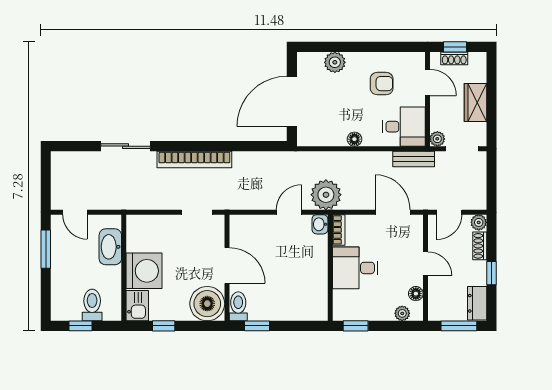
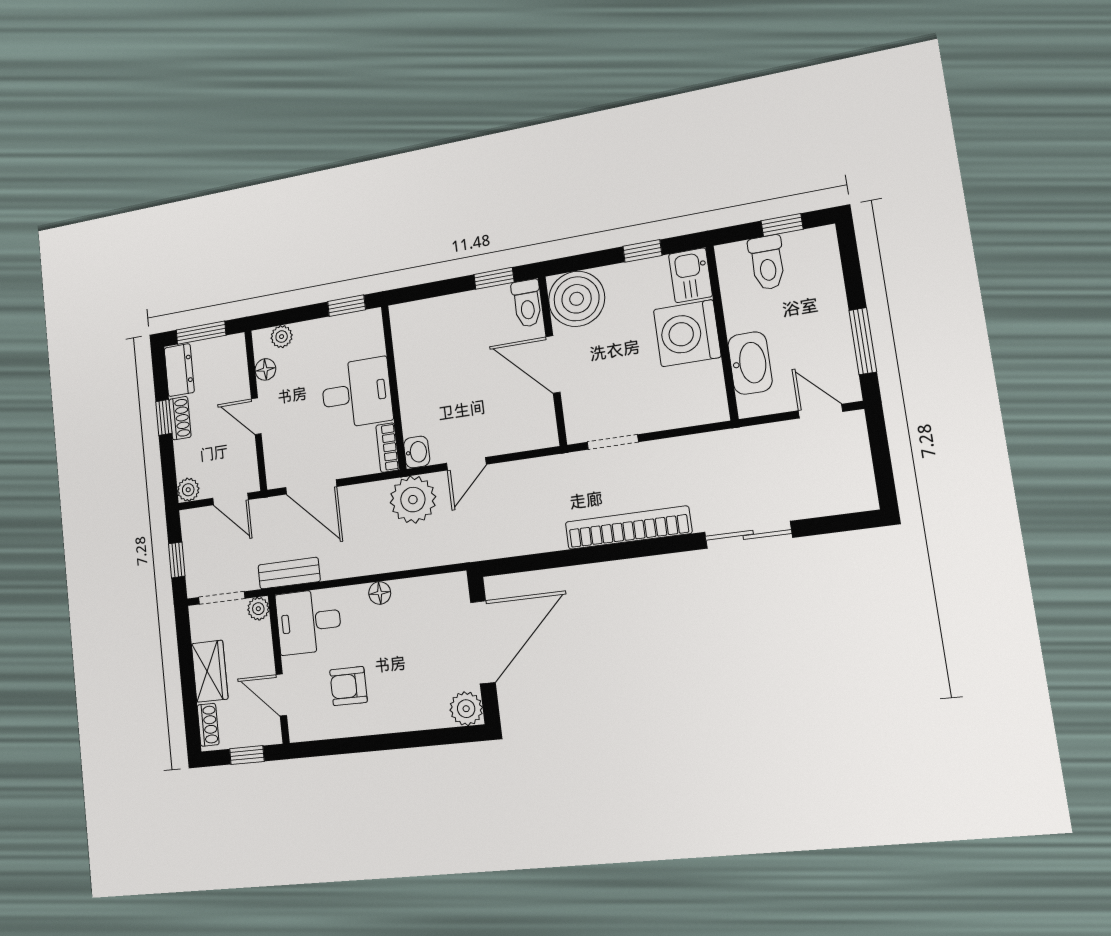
shoe rack: (454, 58) -> (208, 725), moved, turned 90
plant: (335, 62) -> (466, 709), moved
window: (492, 177) -> (177, 560), added
door: (449, 212) -> (230, 499), swing flipped
shoe rack: (480, 246) -> (180, 418), moved

